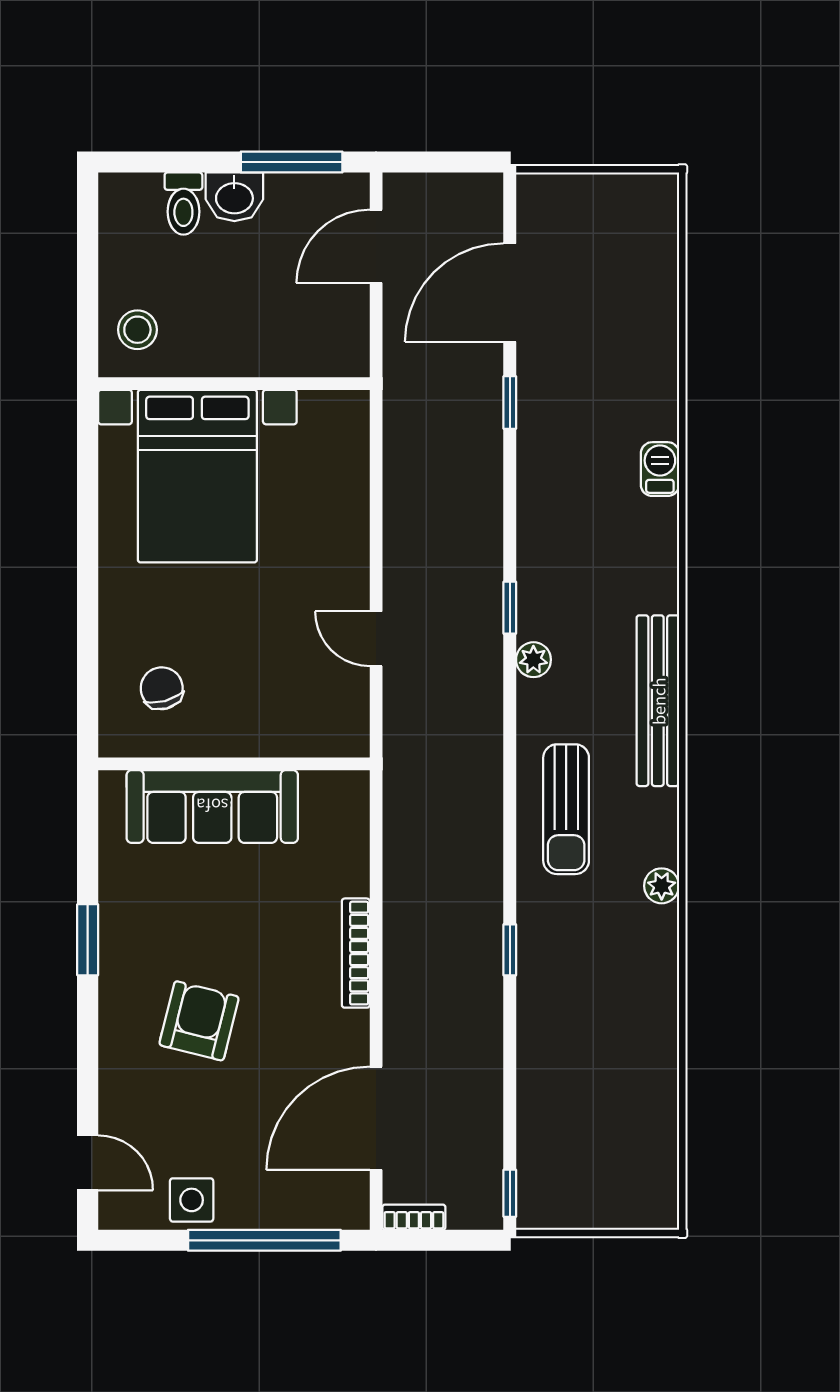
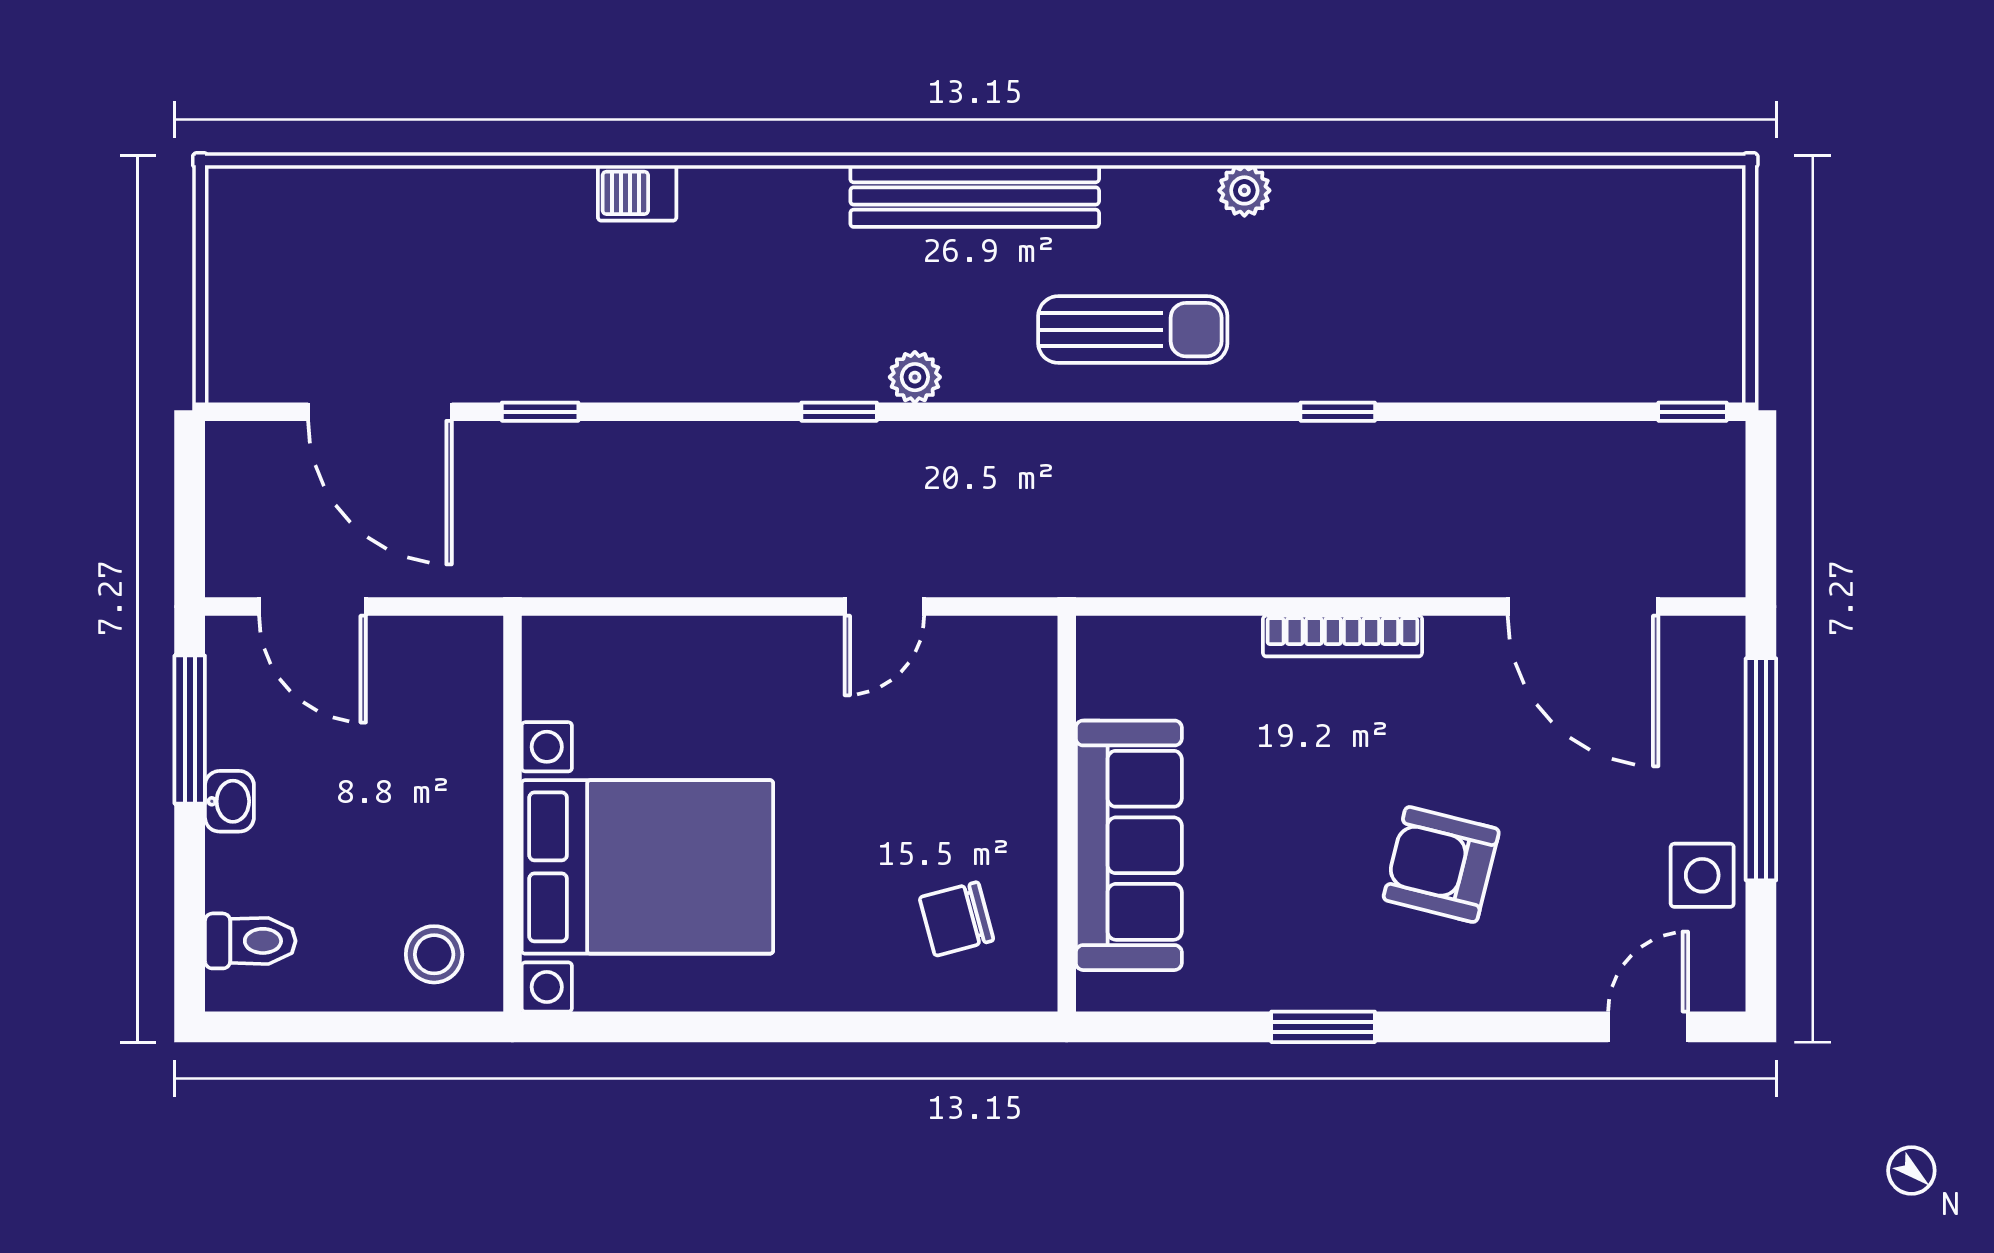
washbasin: (234, 197) -> (229, 801), width x0.72, depth x0.69
toilet: (183, 204) -> (250, 941), moved
bookcase: (414, 1217) -> (1727, 551), removed

